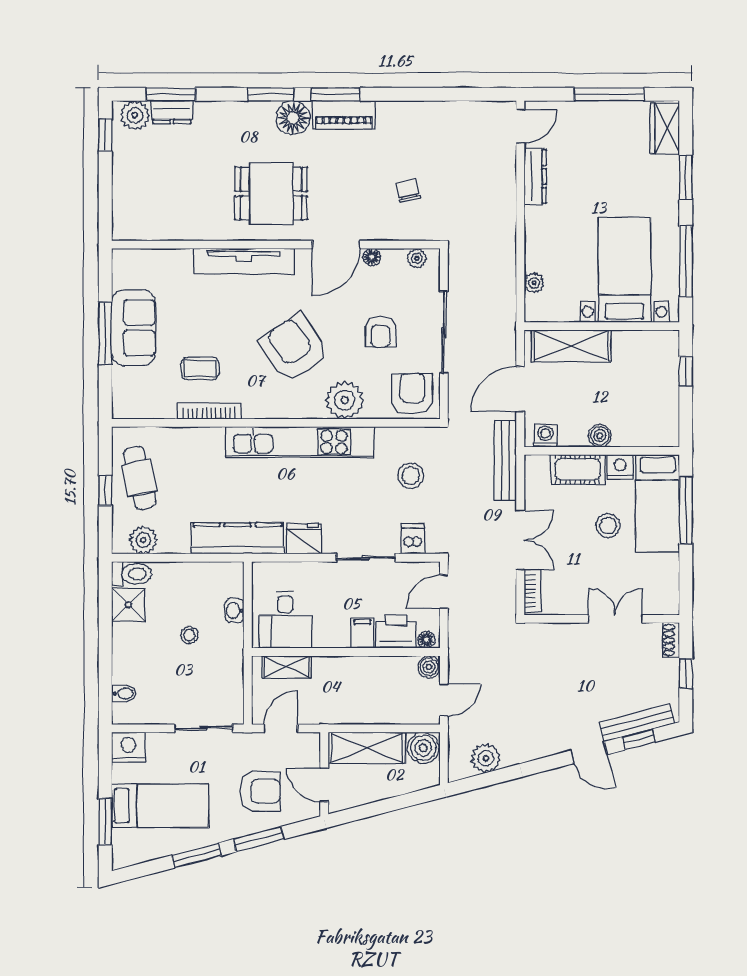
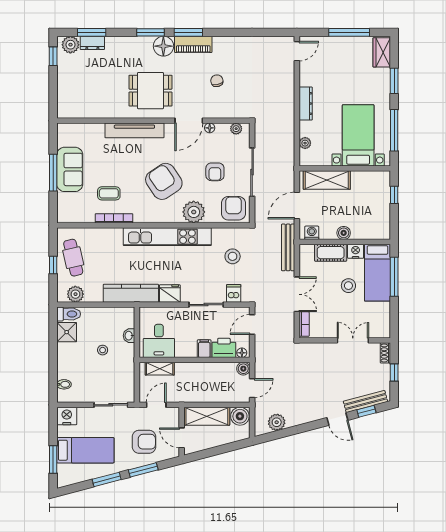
dresser: (535, 177) -> (306, 104), moved
chair: (408, 191) -> (217, 81), moved

